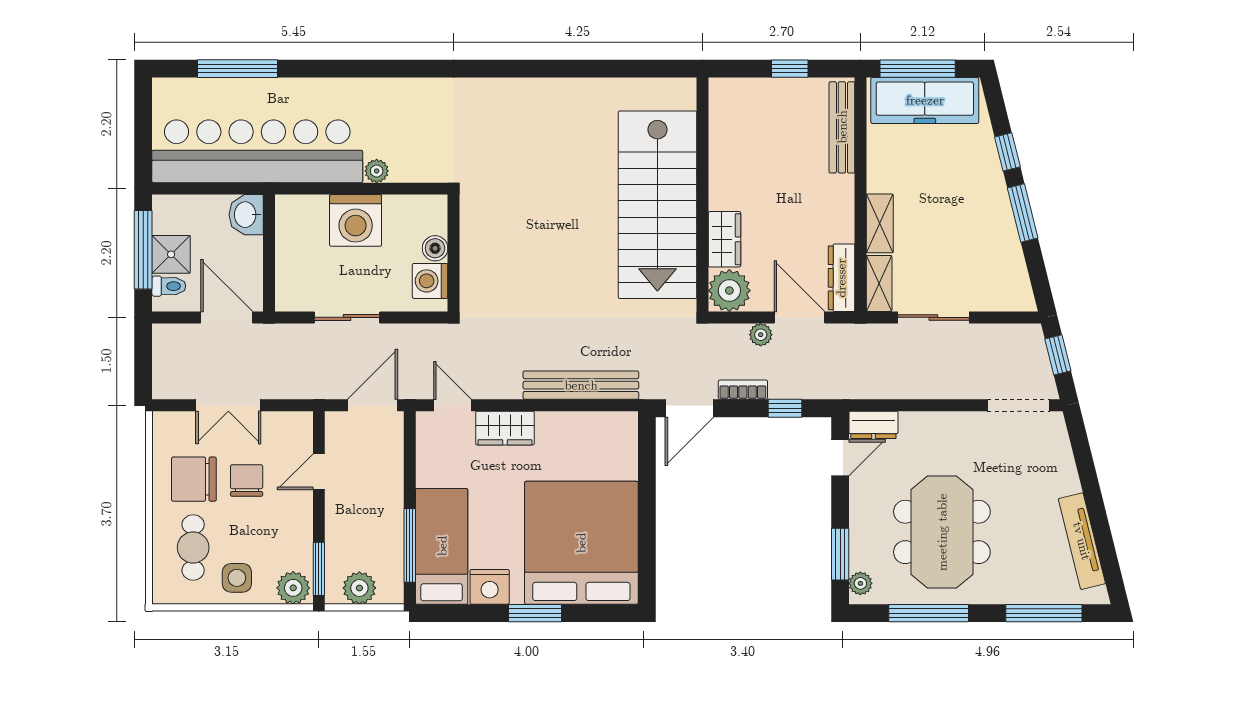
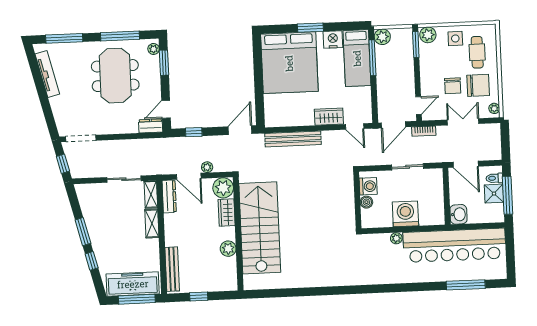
plant: (724, 165) -> (228, 249), added
bookcase: (743, 390) -> (424, 131), moved
plant: (163, 430) -> (494, 108), added
door: (319, 472) -> (418, 106), moved
plant: (359, 588) -> (382, 37), moved

